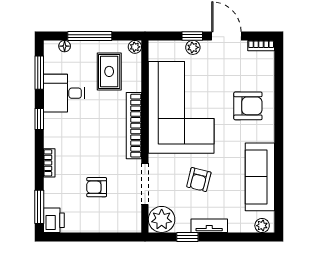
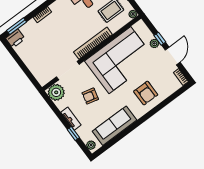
armchair: (97, 187) -> (48, 48), removed
window: (187, 237) -> (73, 134), moved

